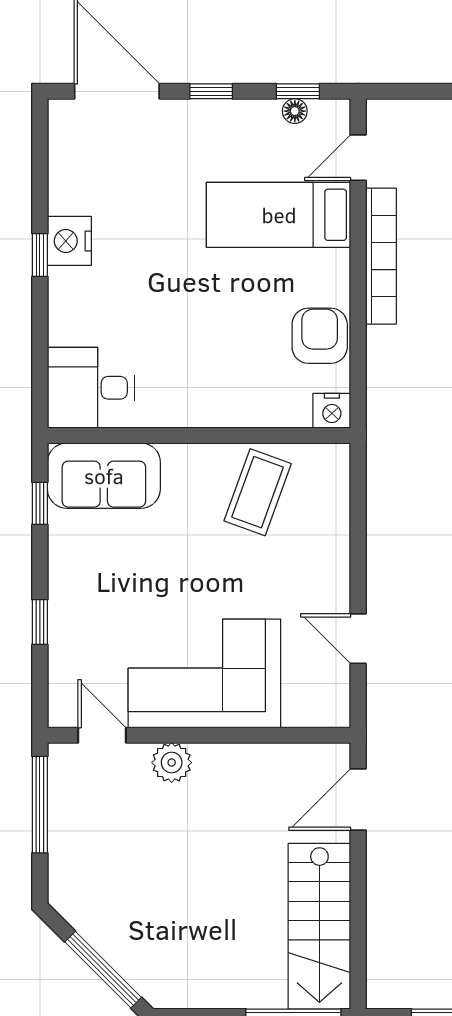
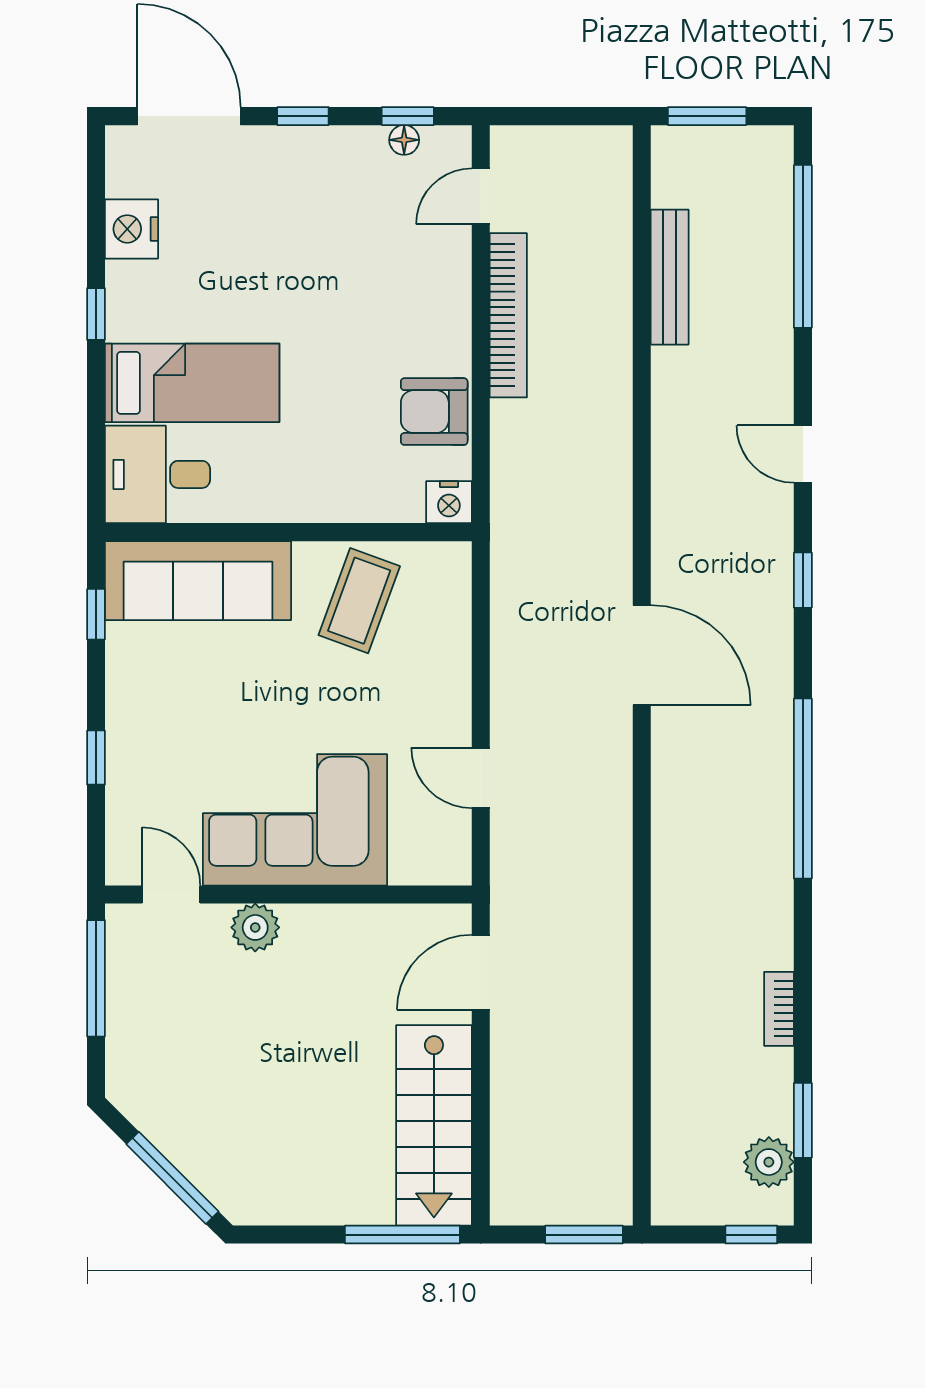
bed: (279, 215) -> (192, 383), moved, turned 180
nightstand: (69, 241) -> (132, 229), moved
armchair: (320, 336) -> (434, 412), turned -90
sofa: (104, 476) -> (198, 581), width x1.36

